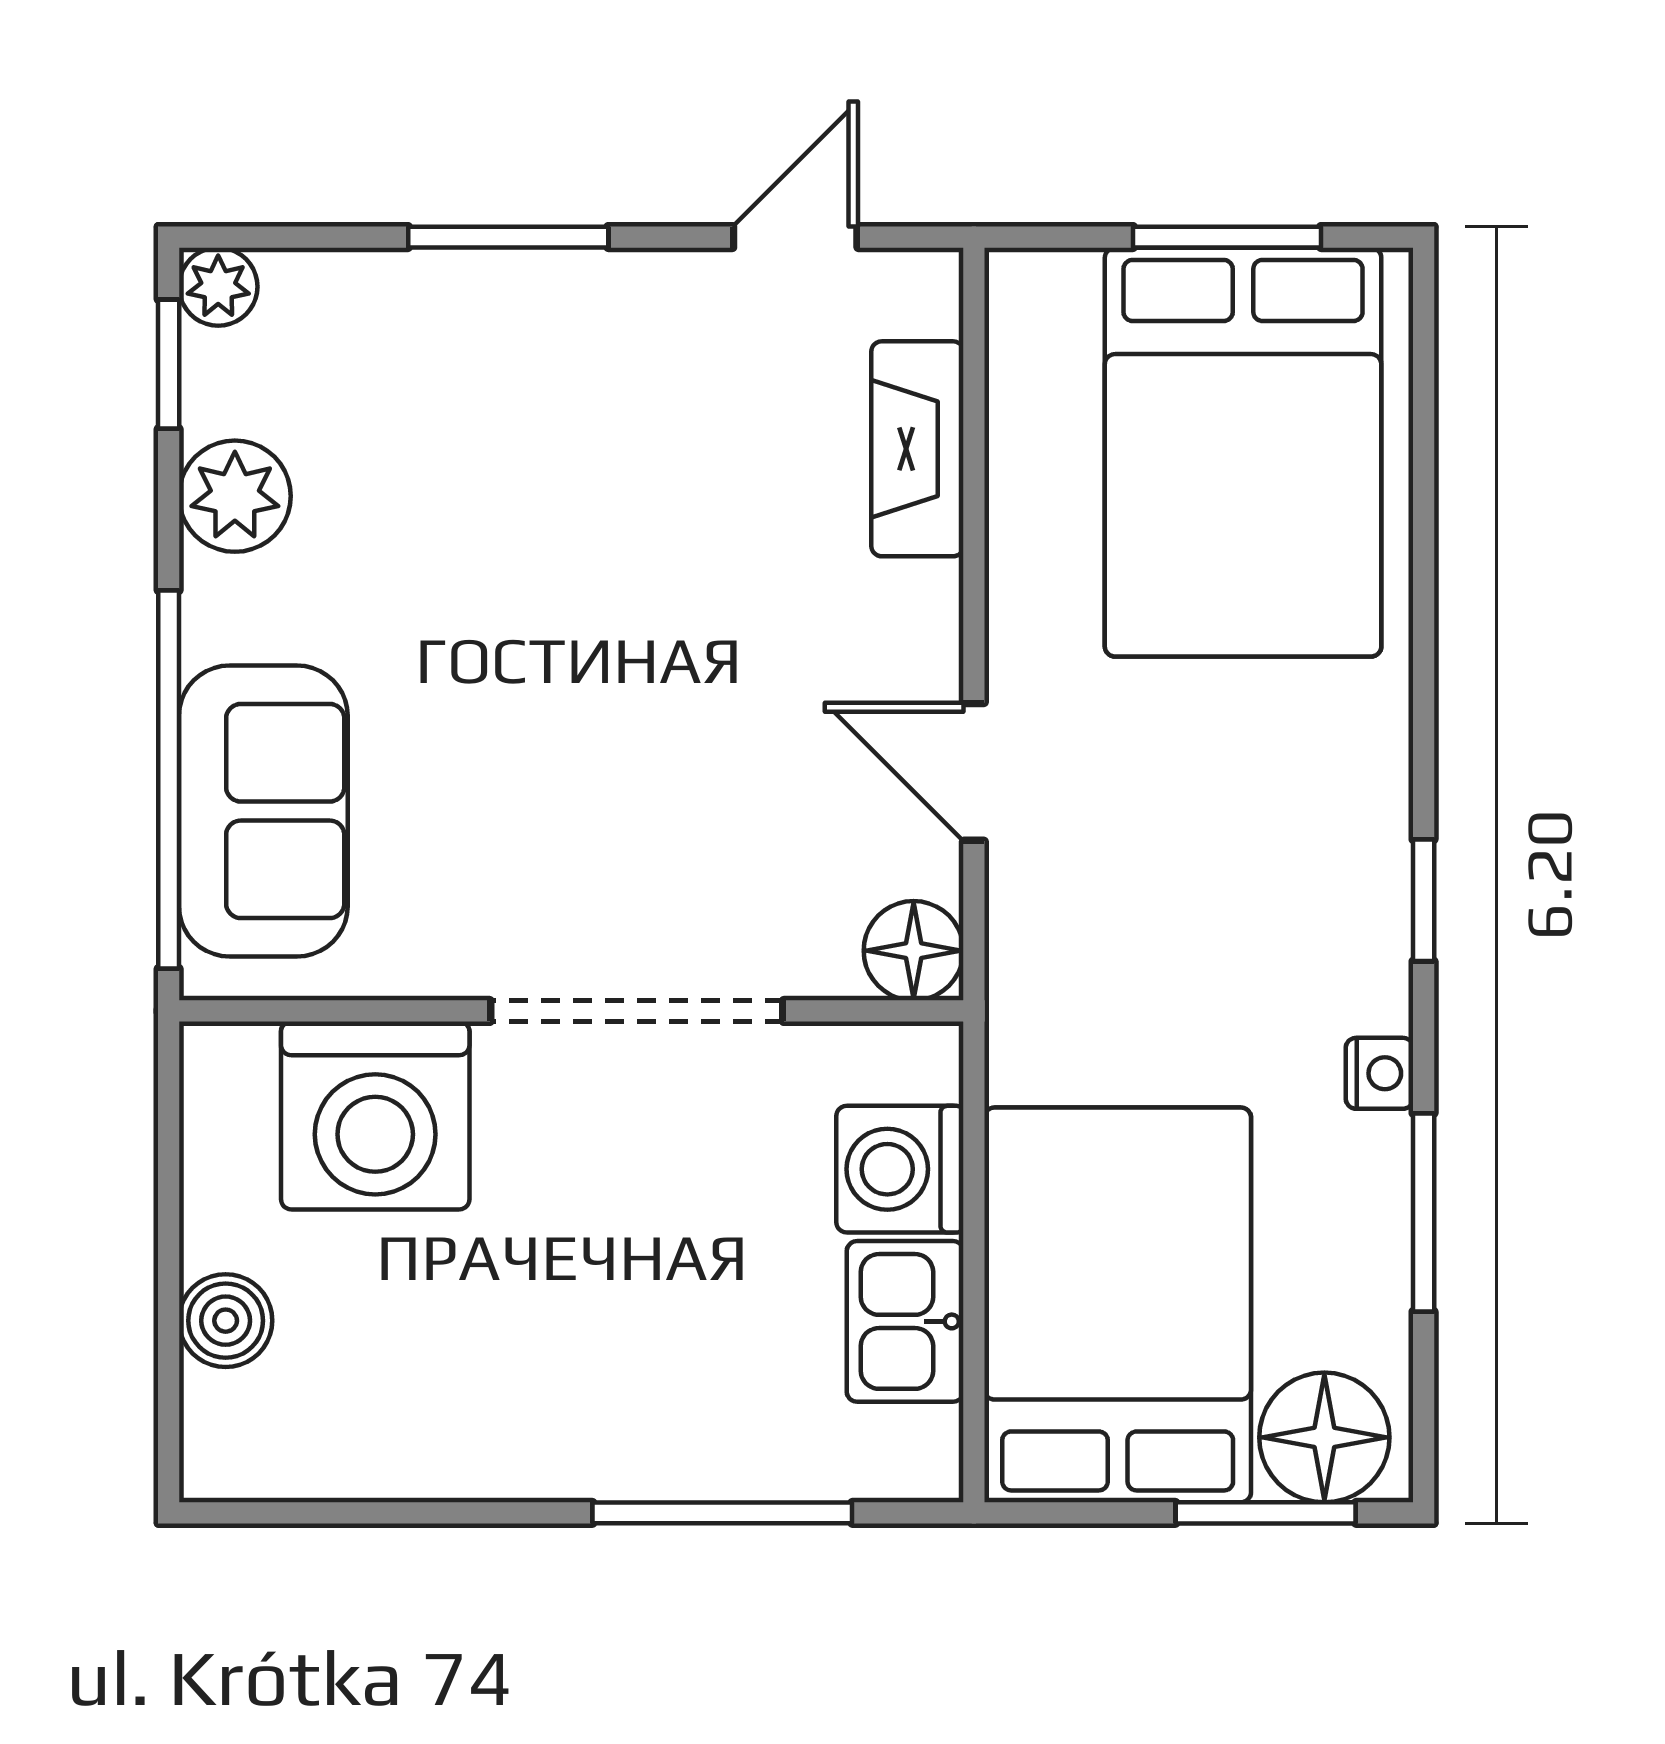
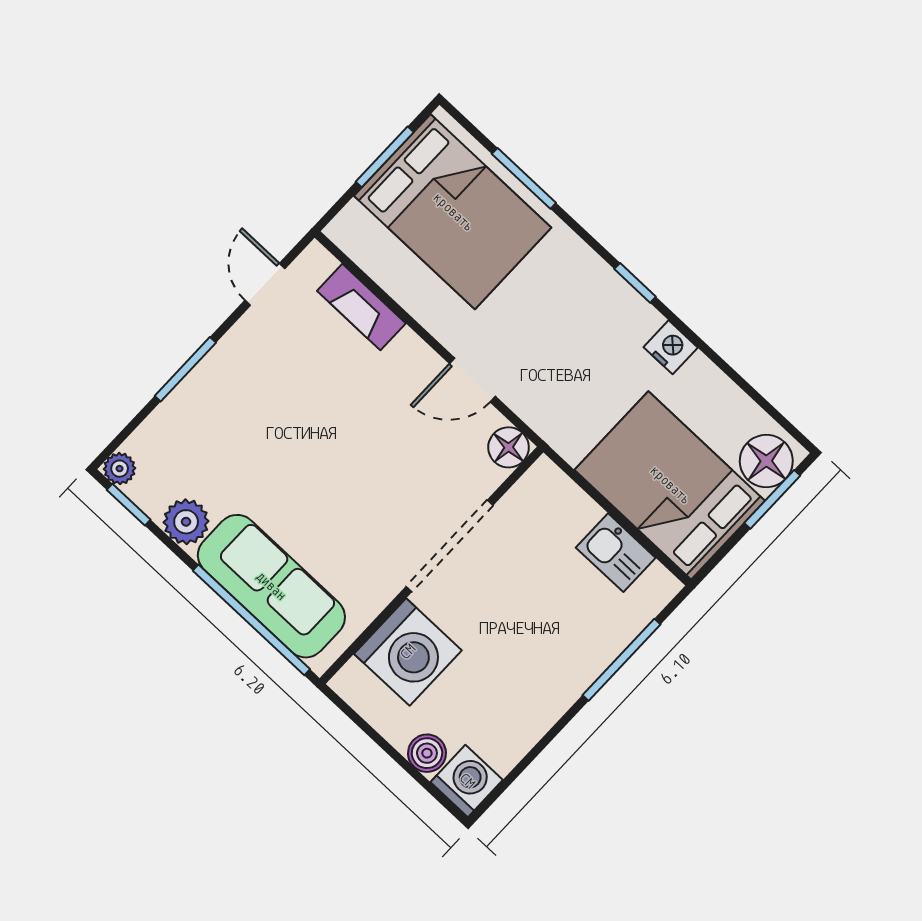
sofa: (263, 811) -> (271, 586), width x1.36
nightstand: (1379, 1073) -> (671, 347), width x1.39, depth x1.35
washing machine: (900, 1169) -> (467, 781), moved, turned 180
window: (1424, 1212) -> (524, 178), moved

